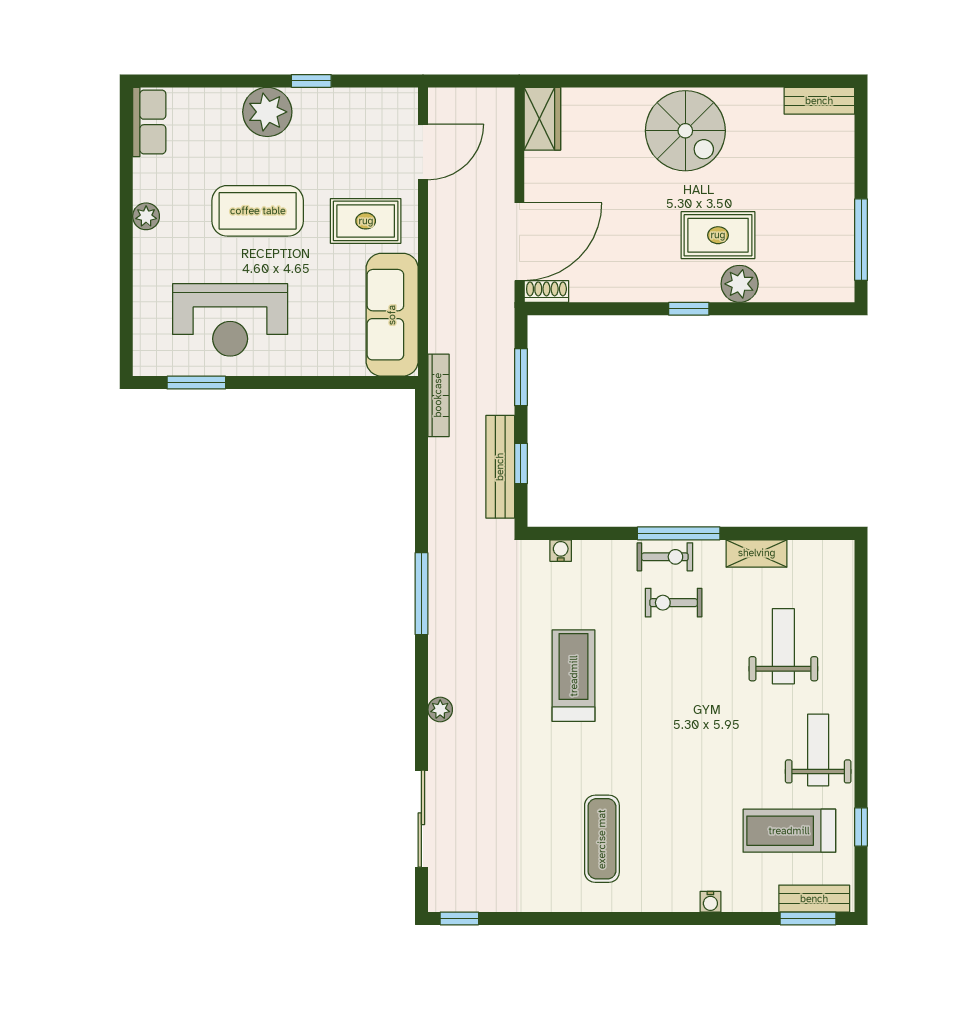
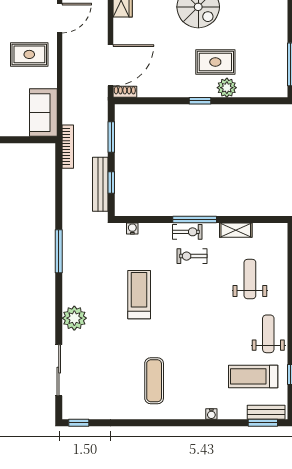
sofa: (392, 315) -> (43, 113), width x0.73
plant: (440, 709) -> (74, 318), width x1.87, depth x1.87

